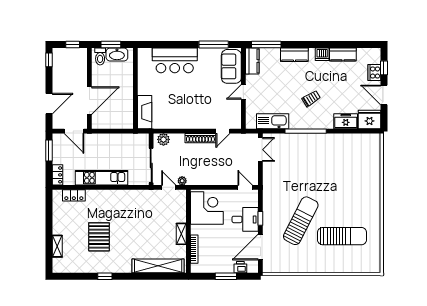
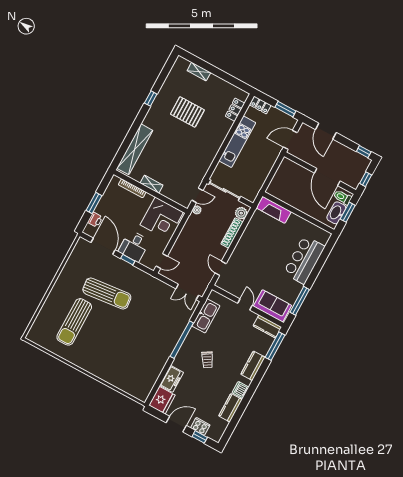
door: (89, 101) -> (327, 177), moved
shoe rack: (200, 138) -> (232, 233), moved
sun lounger: (301, 221) -> (107, 294), turned -33

